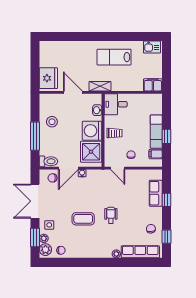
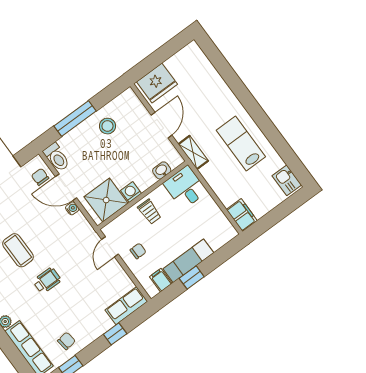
washing machine: (92, 131) -> (131, 192), width x0.53, depth x0.53
row of seats: (156, 193) -> (126, 306), moved

